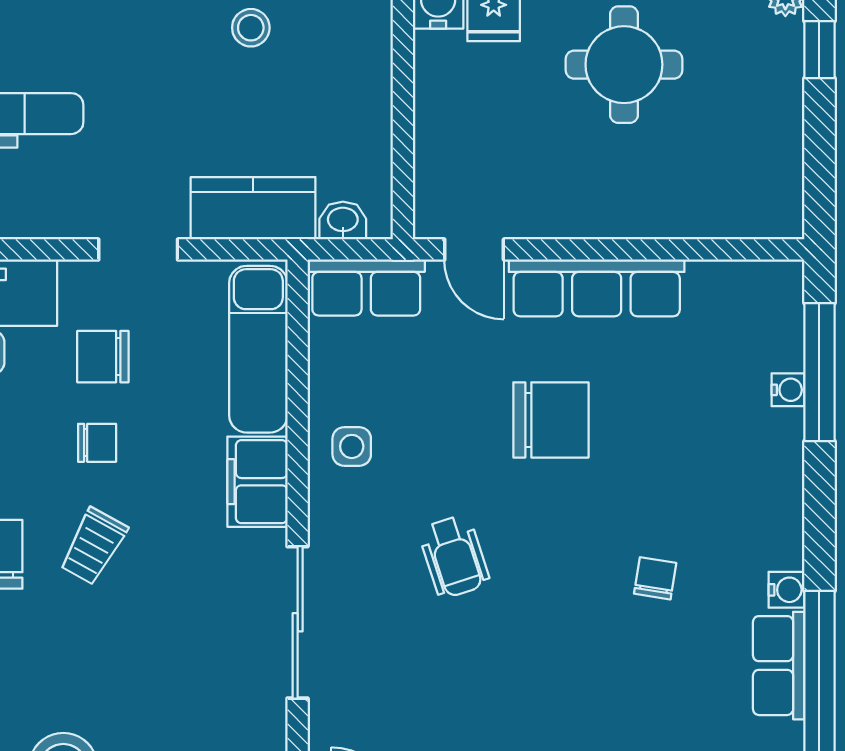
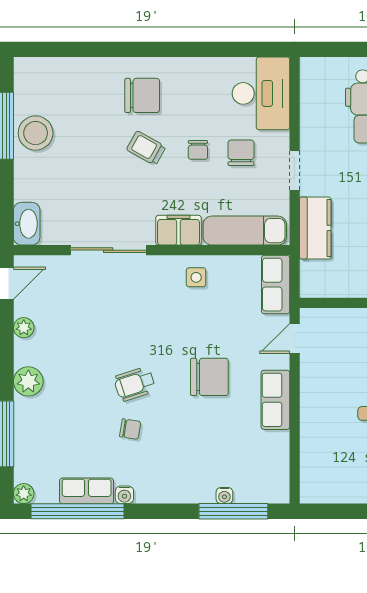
washbasin: (343, 221) -> (309, 273), removed
row of seats: (597, 288) -> (275, 400), width x0.68
chair: (551, 420) -> (209, 377), turned -90
wheelchair: (454, 556) -> (135, 384), moved

